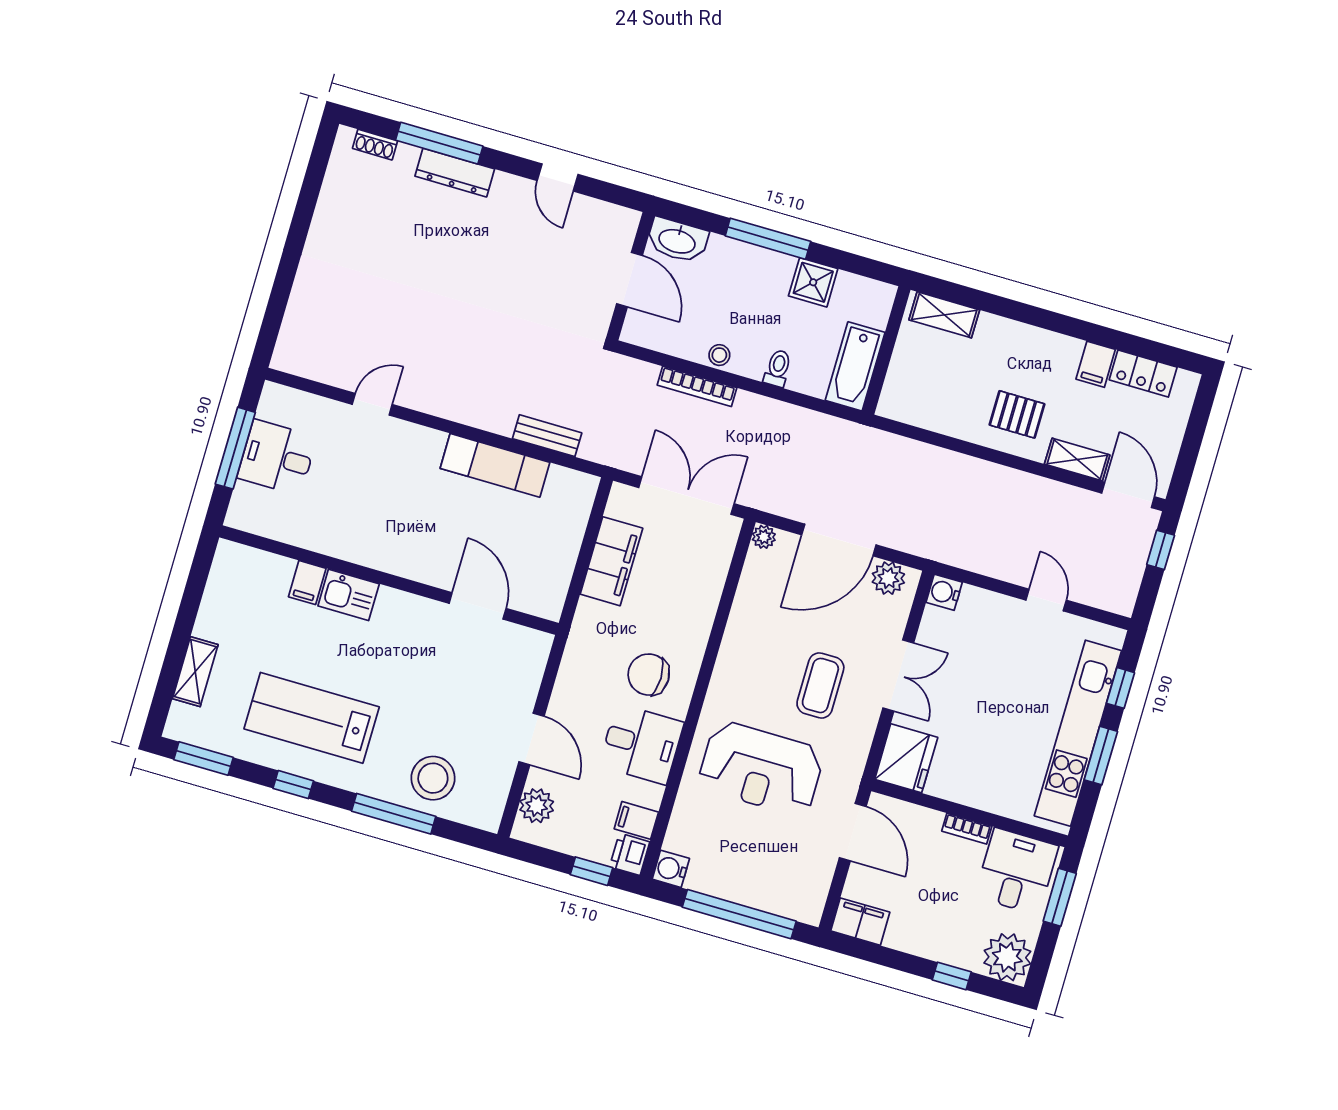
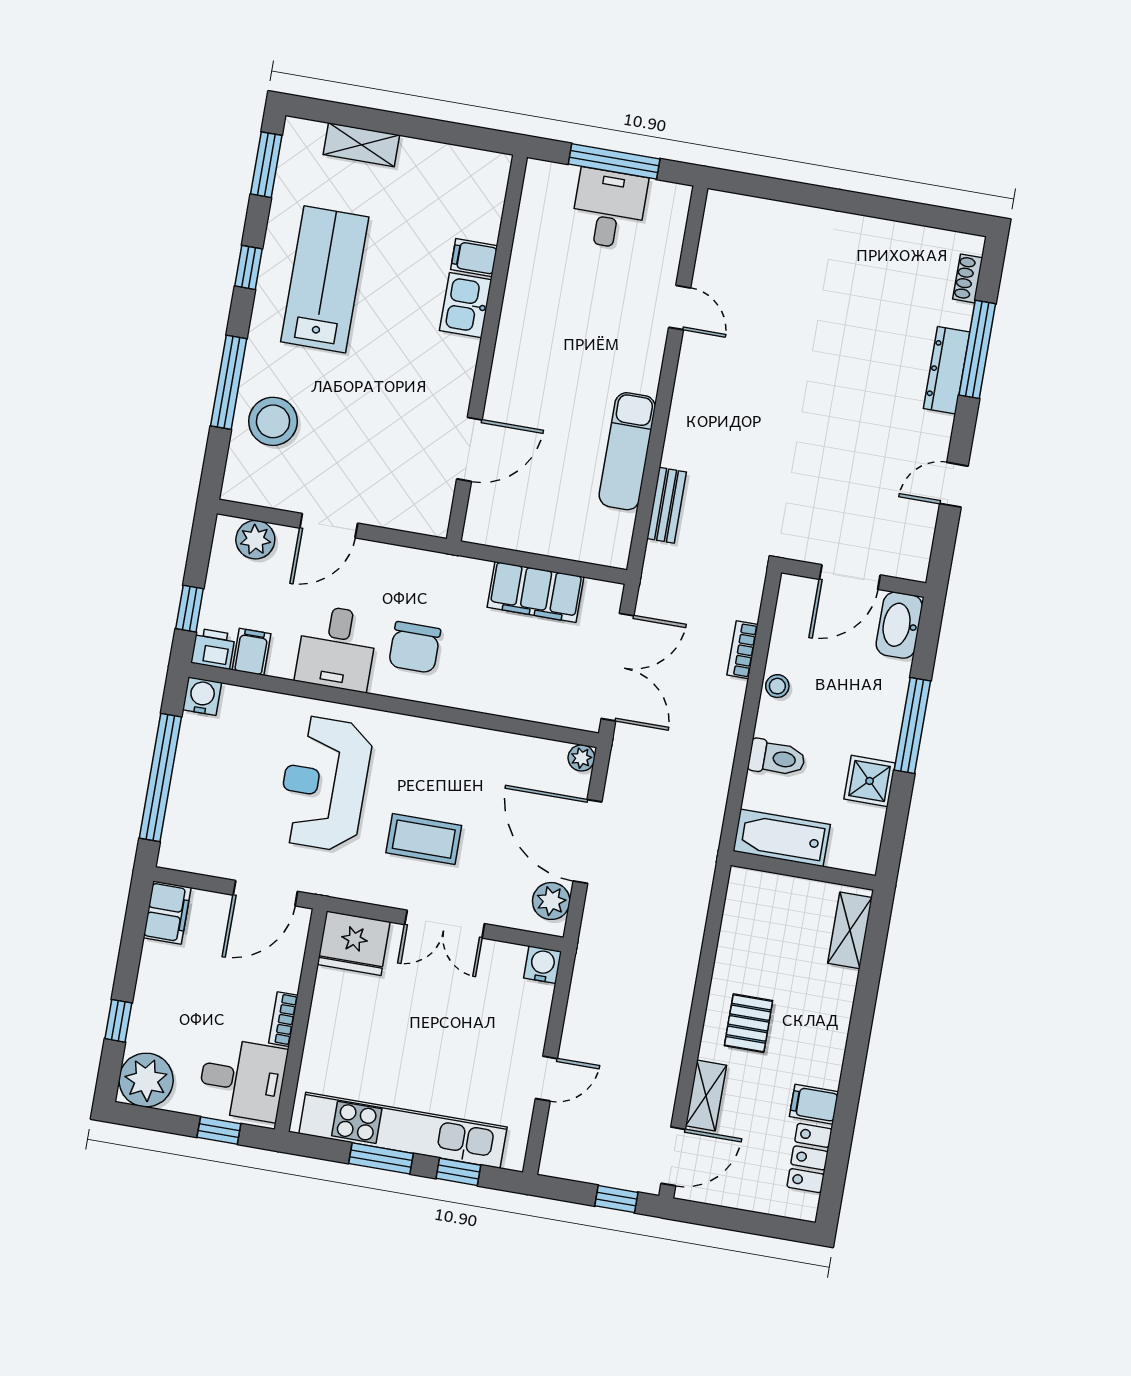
toilet: (778, 368) -> (777, 758), width x1.37, depth x1.39
bookcase: (697, 386) -> (742, 650), width x0.64
chair: (649, 675) -> (415, 647), turned 180
window: (1060, 897) -> (219, 1130), width x0.67

